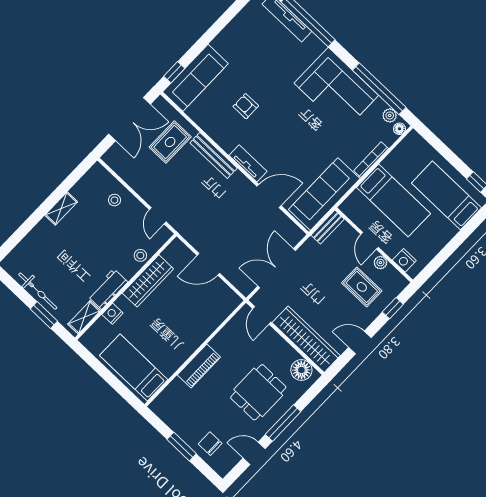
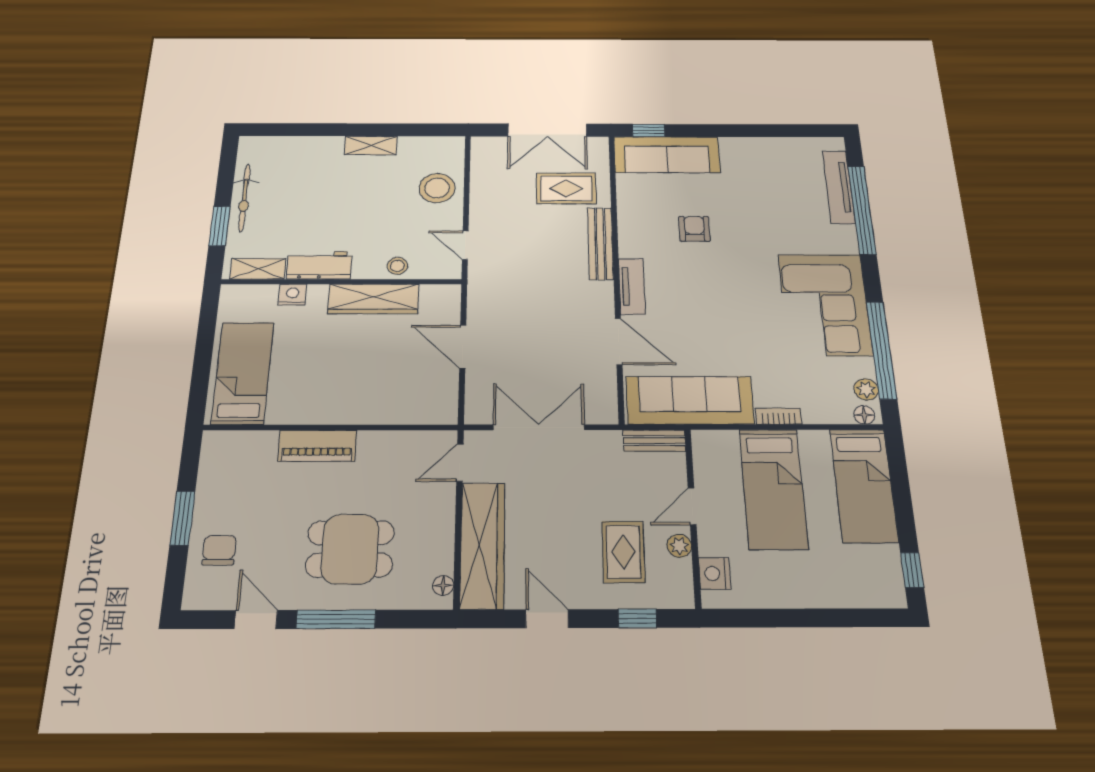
bookcase: (371, 160) -> (779, 416), width x0.64
bed: (446, 195) -> (864, 485), moved, turned 180
stool: (114, 200) -> (437, 188), width x1.89, depth x1.89
door: (158, 216) -> (465, 245), hinge flipped
floor lamp: (301, 370) -> (443, 585), width x0.53, depth x0.53

